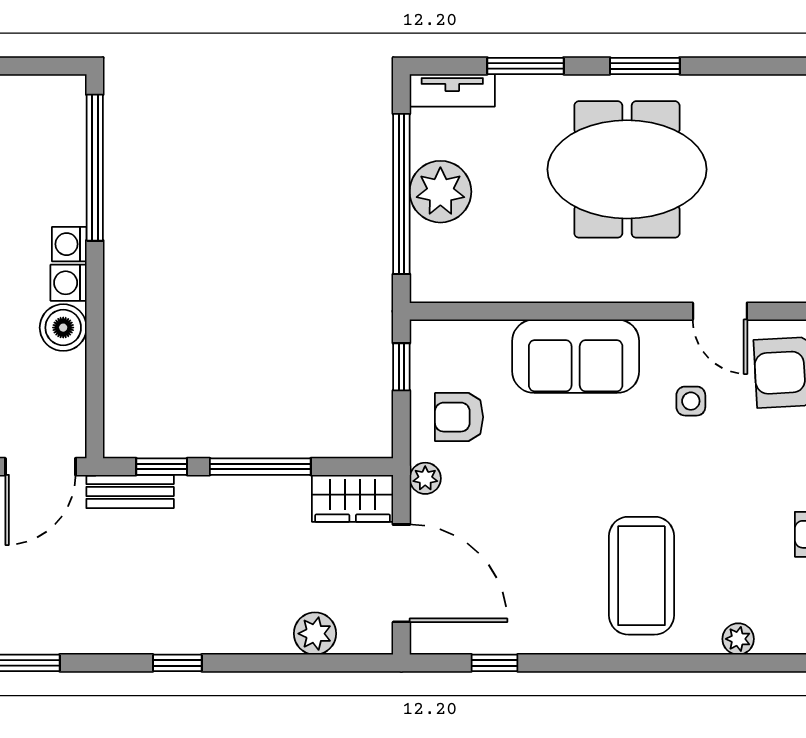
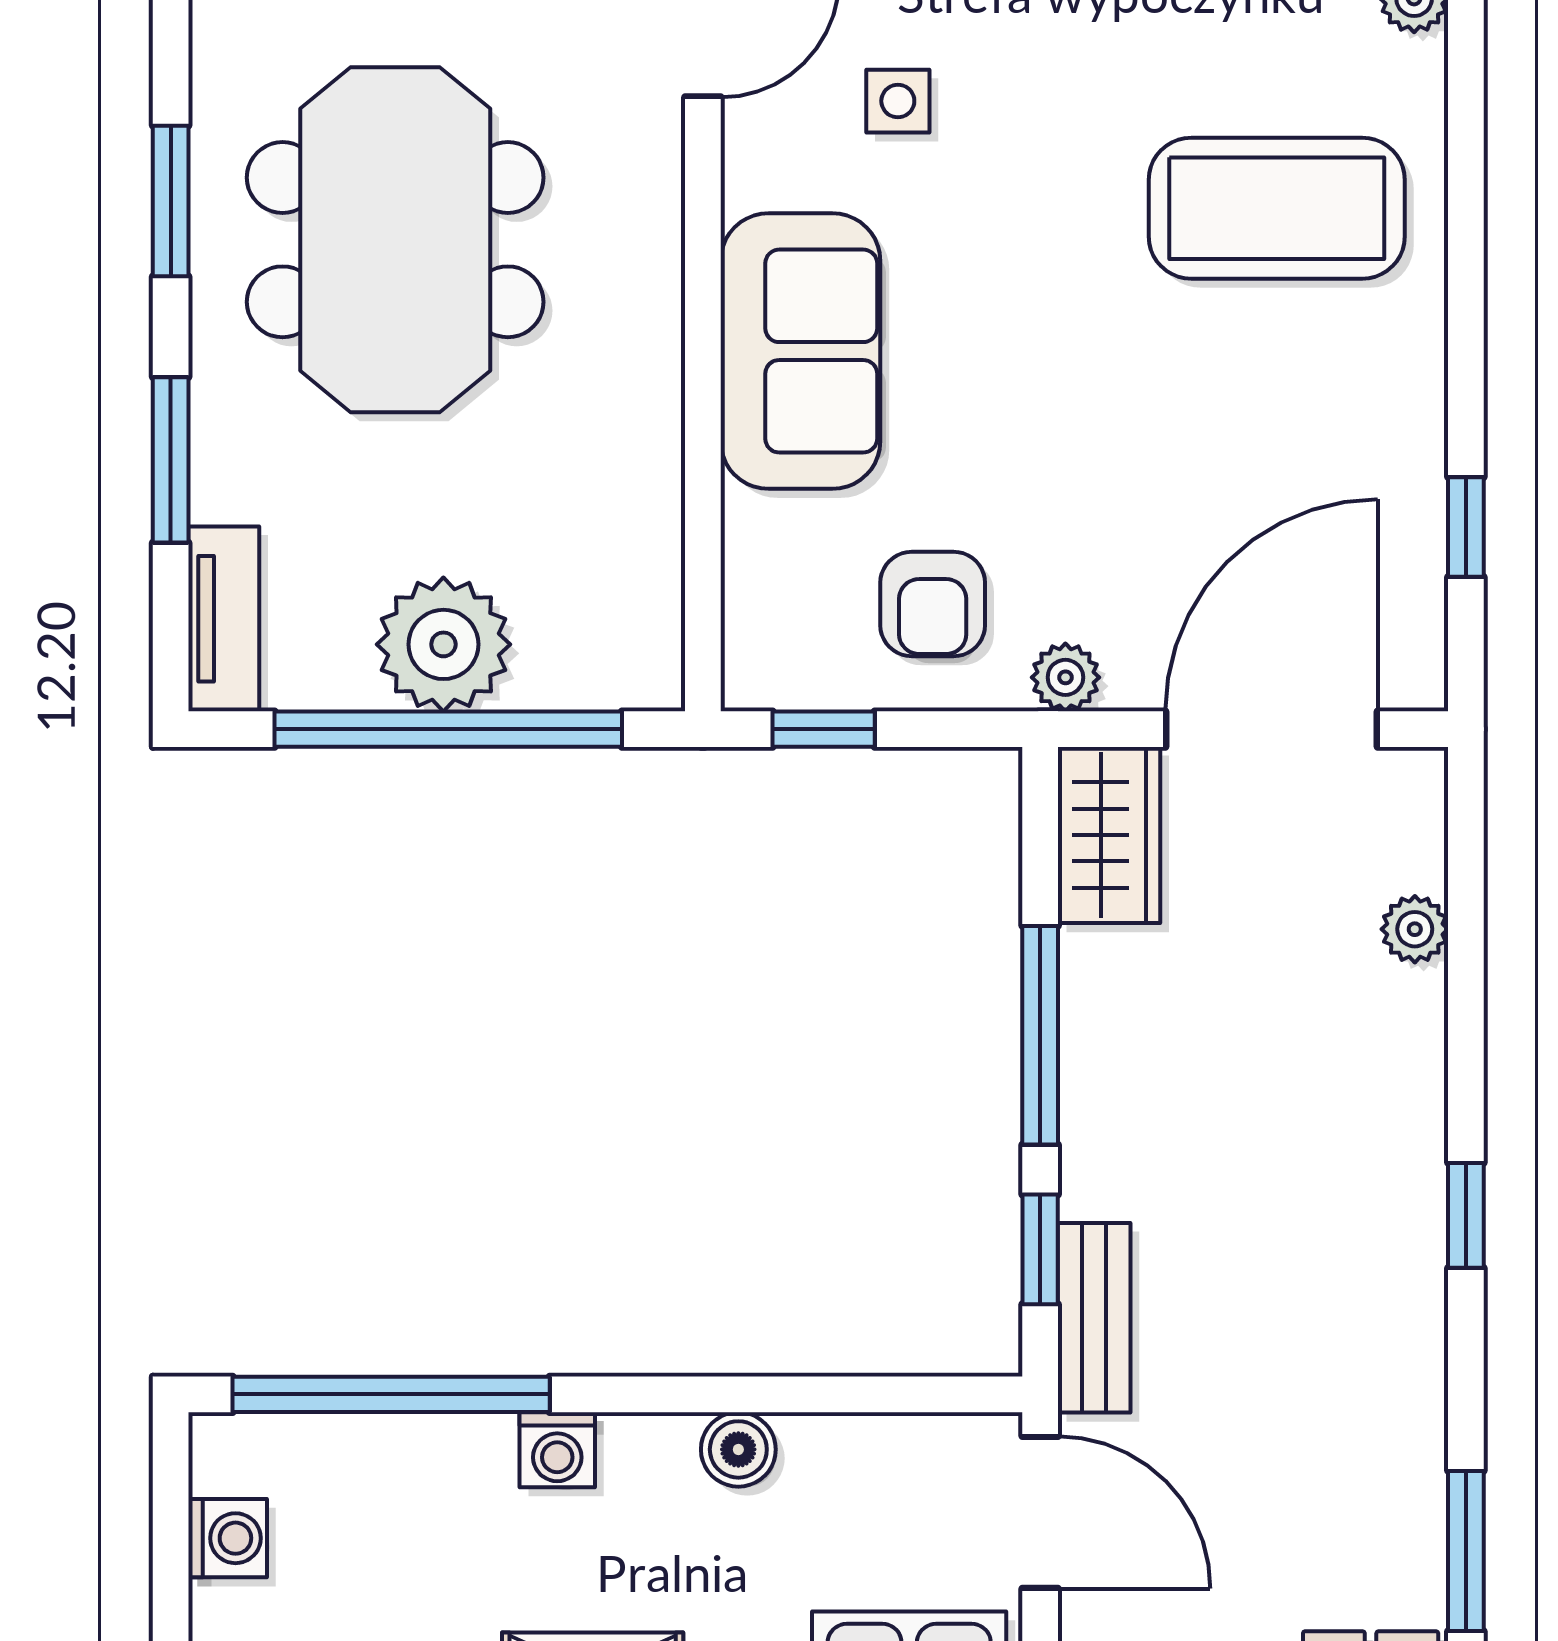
washing machine: (69, 283) -> (228, 1538), moved, turned -90
boiler: (63, 328) -> (738, 1449), width x0.73, depth x0.73
plant: (315, 634) -> (1415, 929), width x0.73, depth x0.73

